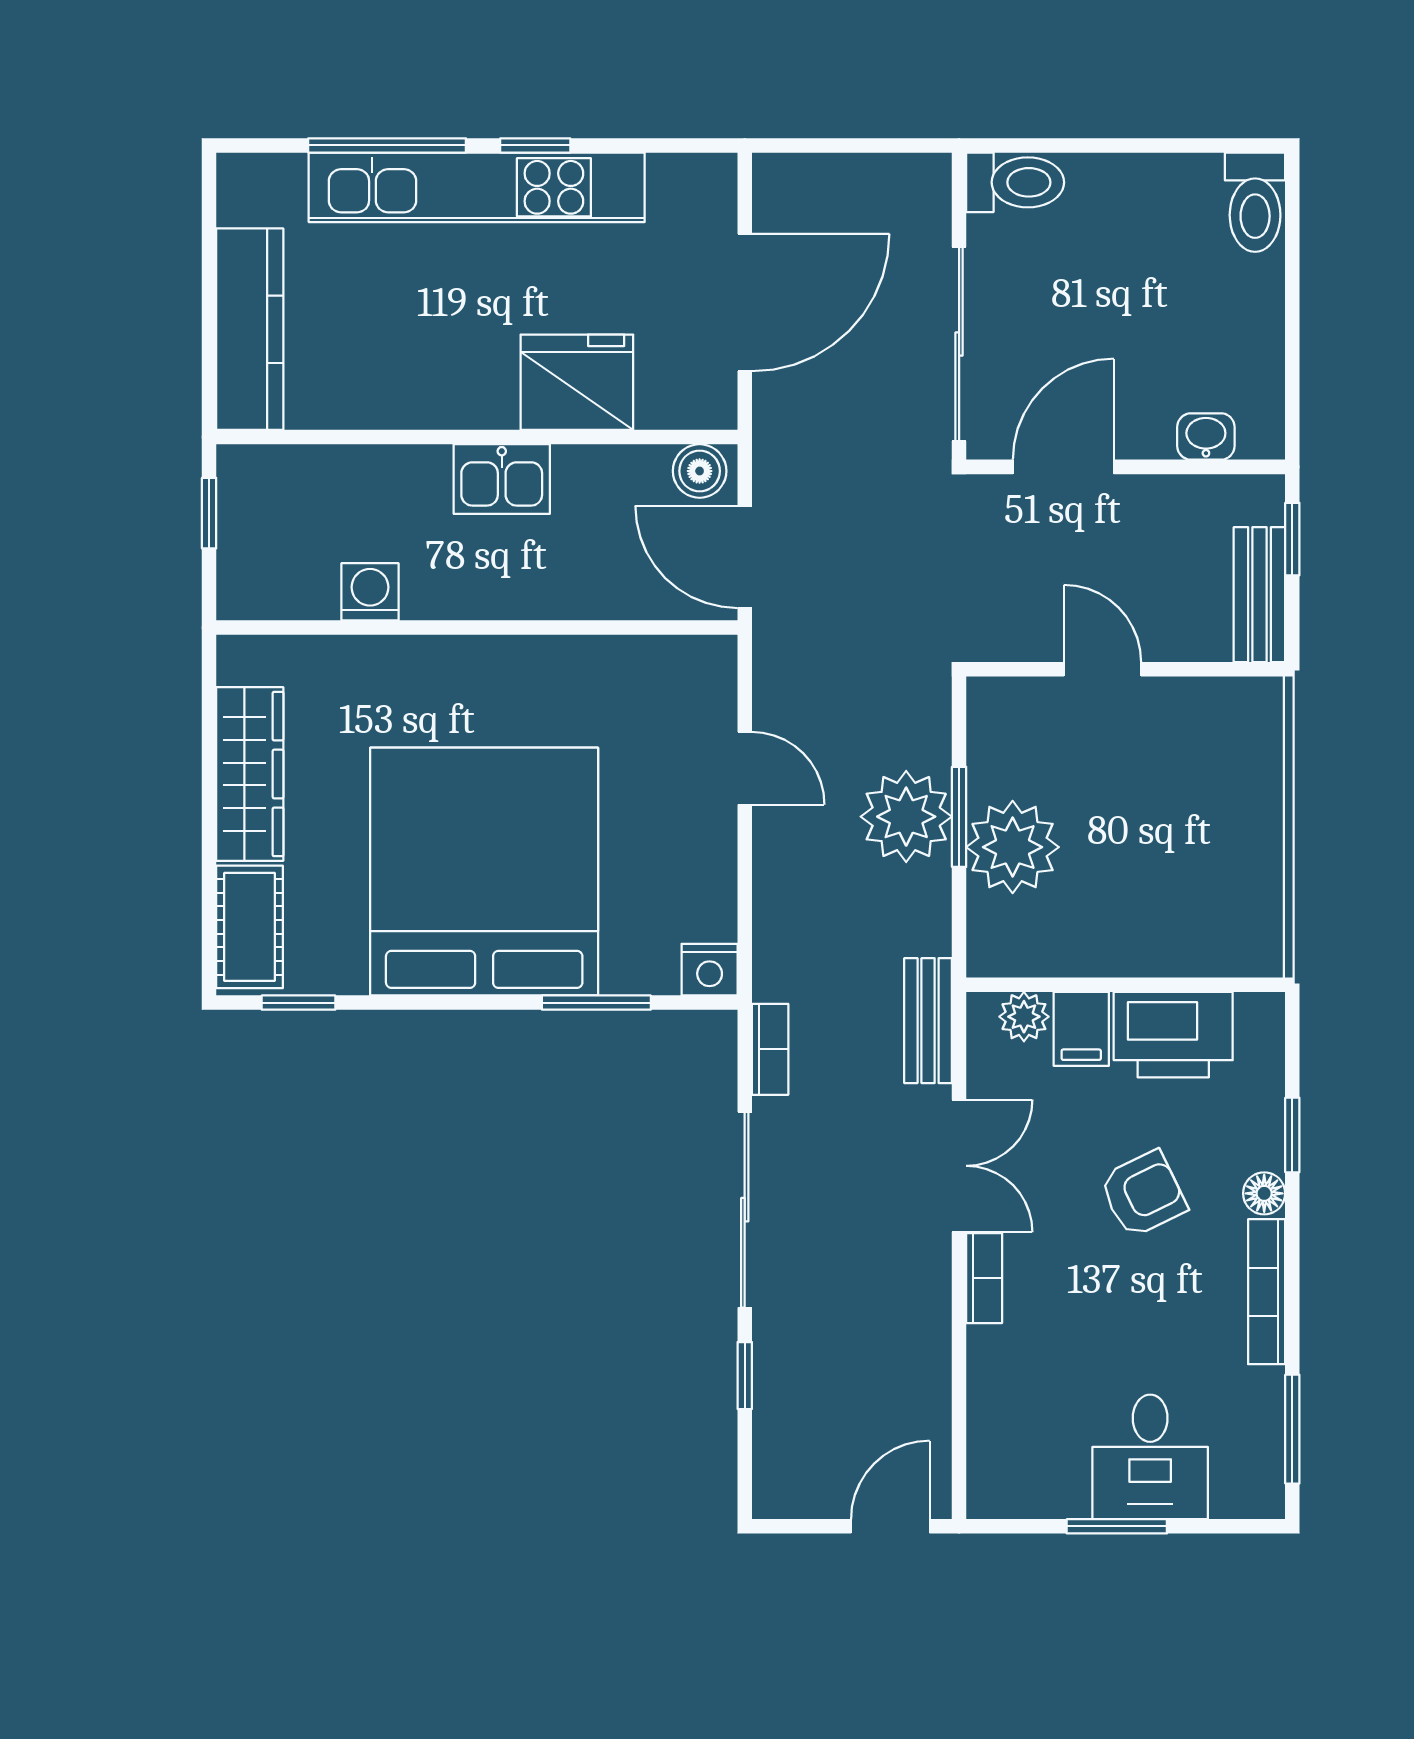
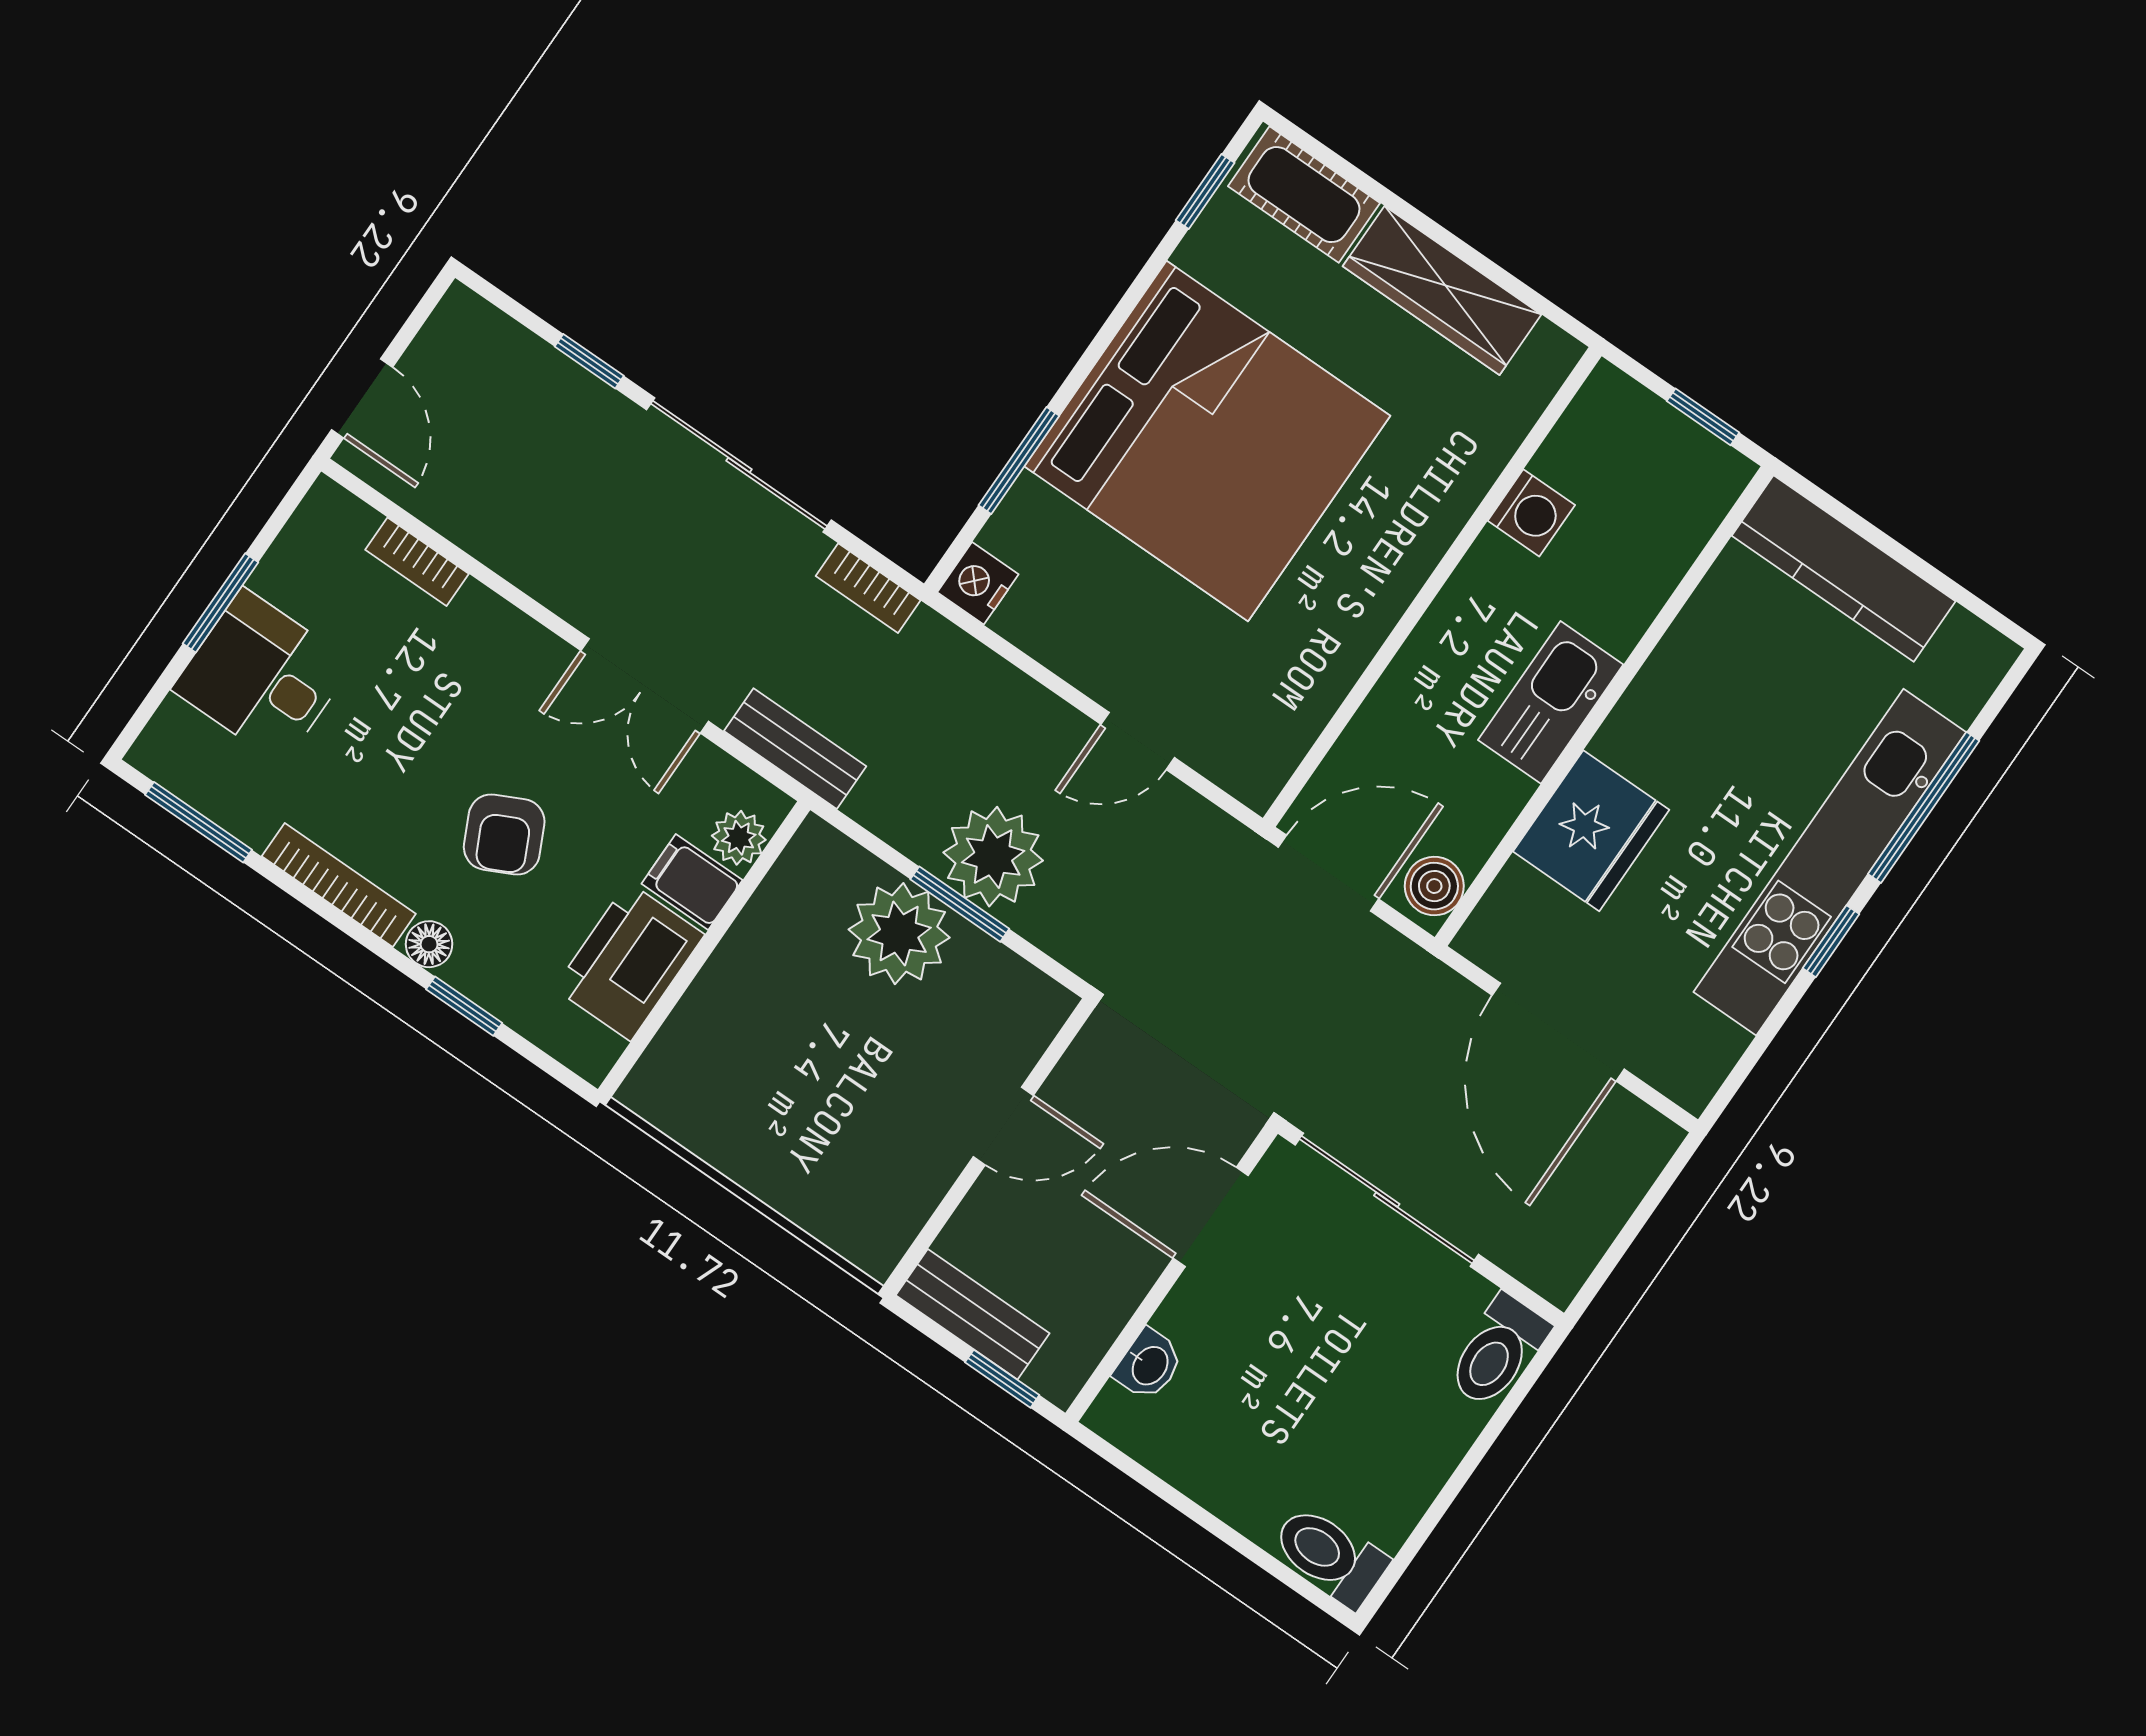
door: (1063, 467) -> (1211, 1217), swing flipped
kitchen sink: (502, 479) -> (1551, 702), width x1.38
bookcase: (984, 1278) -> (417, 562), moved

